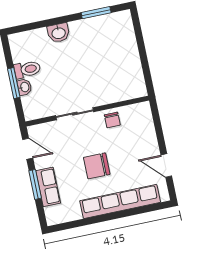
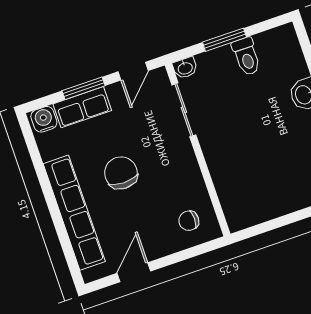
washbasin: (24, 87) -> (185, 68), moved
sliding door: (75, 114) -> (184, 110), moved
chair: (112, 120) -> (189, 221), moved
water cooler: (53, 214) -> (44, 119), added

